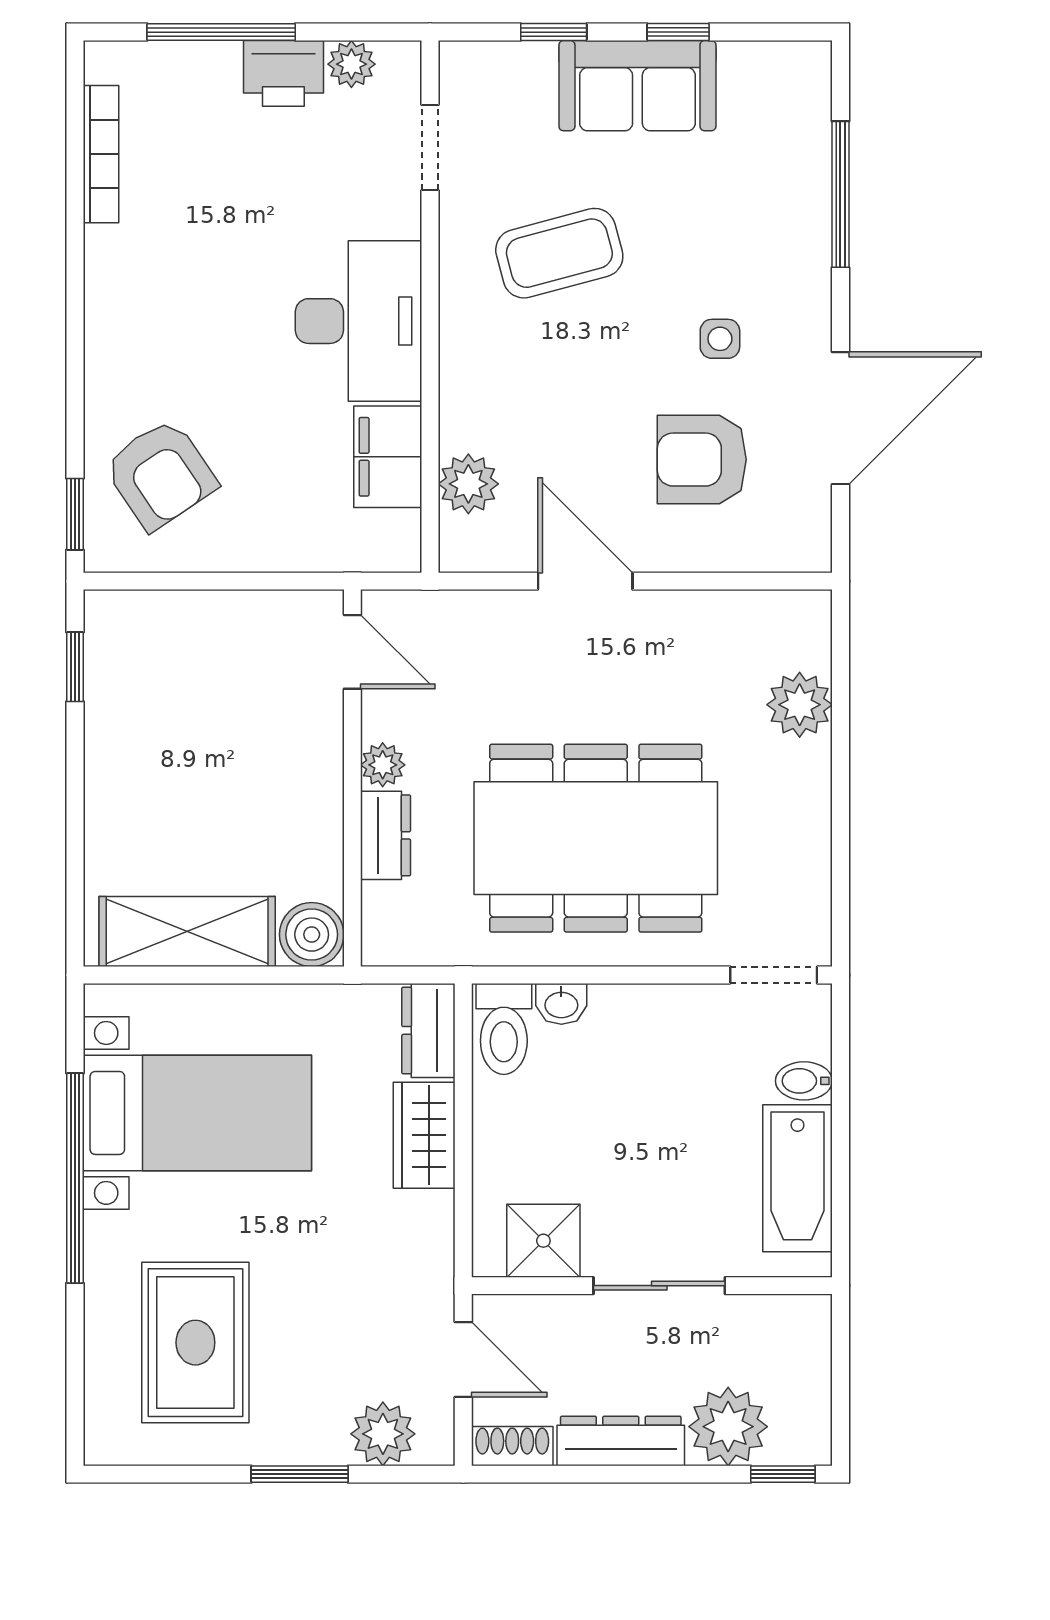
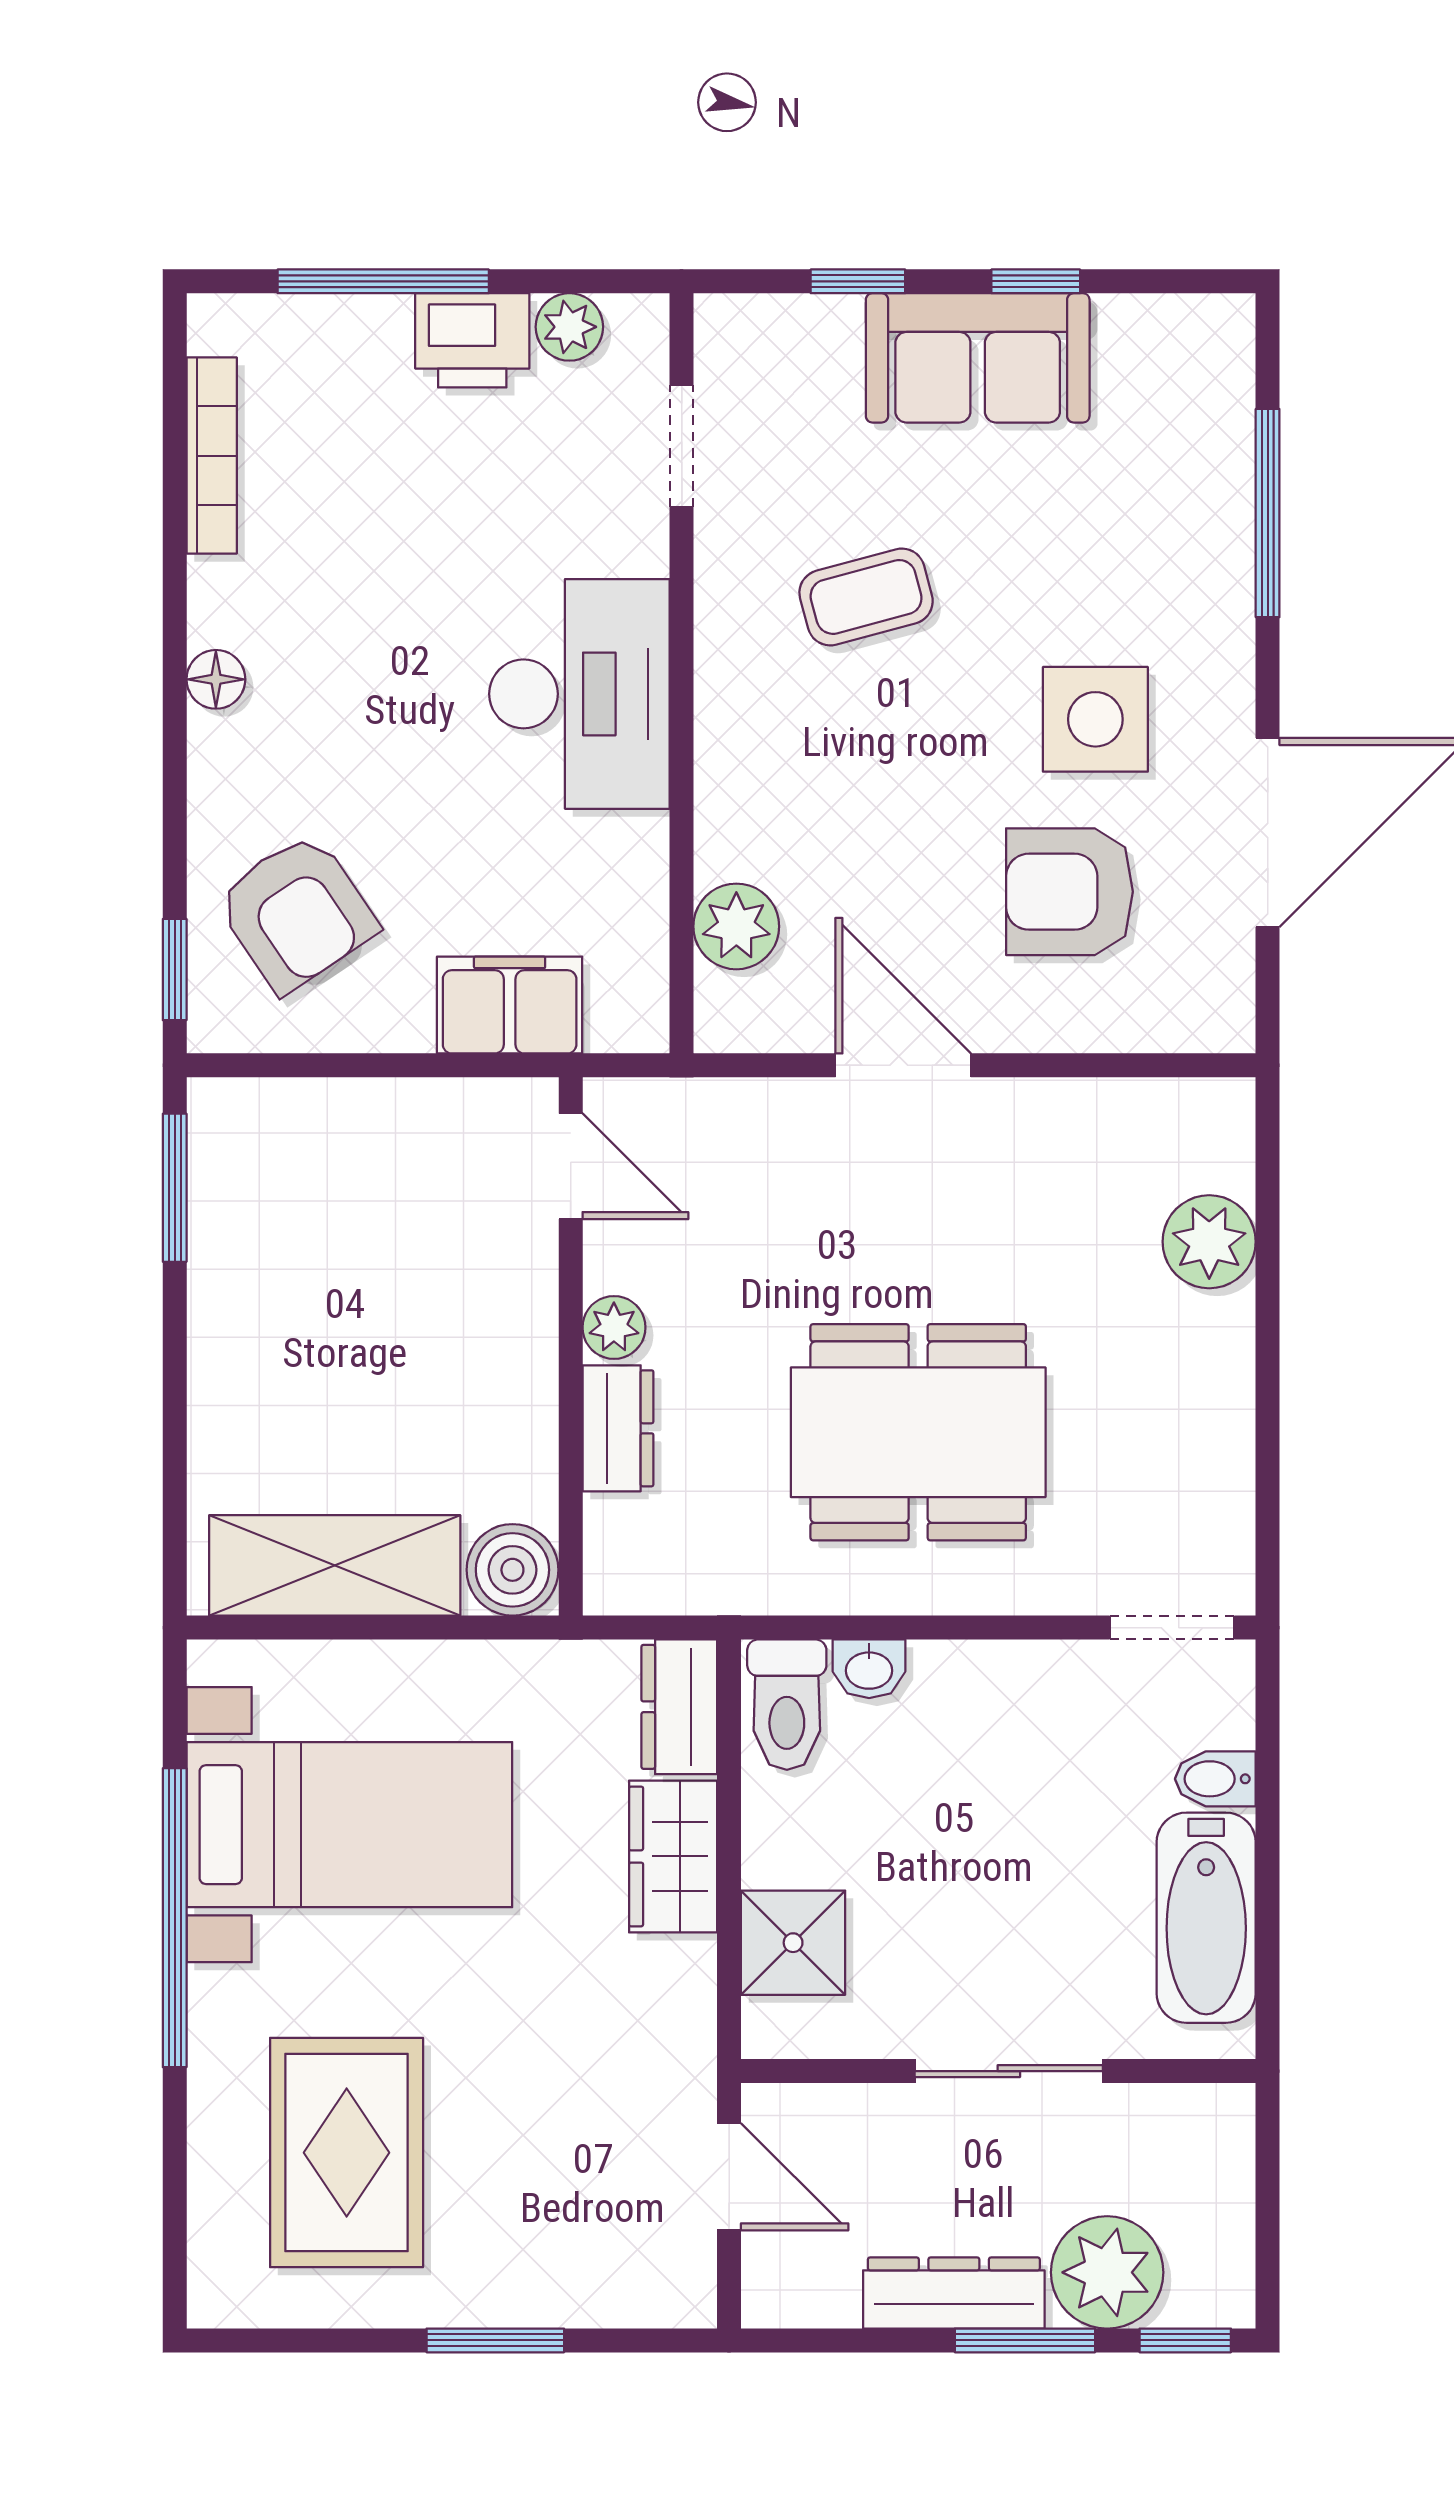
coffee table: (559, 253) -> (866, 597), width x0.73, depth x0.77
floor lamp: (104, 311) -> (216, 679), added
side table: (720, 339) -> (1095, 719), width x1.87, depth x1.87
filing cabinet: (388, 457) -> (510, 1005), moved, turned 90
window: (75, 667) -> (175, 1188), width x1.50
dining table: (596, 838) -> (918, 1432), width x0.73, depth x0.80
shower: (543, 1241) -> (793, 1943), moved
plant: (383, 1434) -> (614, 2283), removed
shoe rack: (512, 1446) -> (799, 2300), removed
window: (671, 1474) -> (1025, 2340), added

